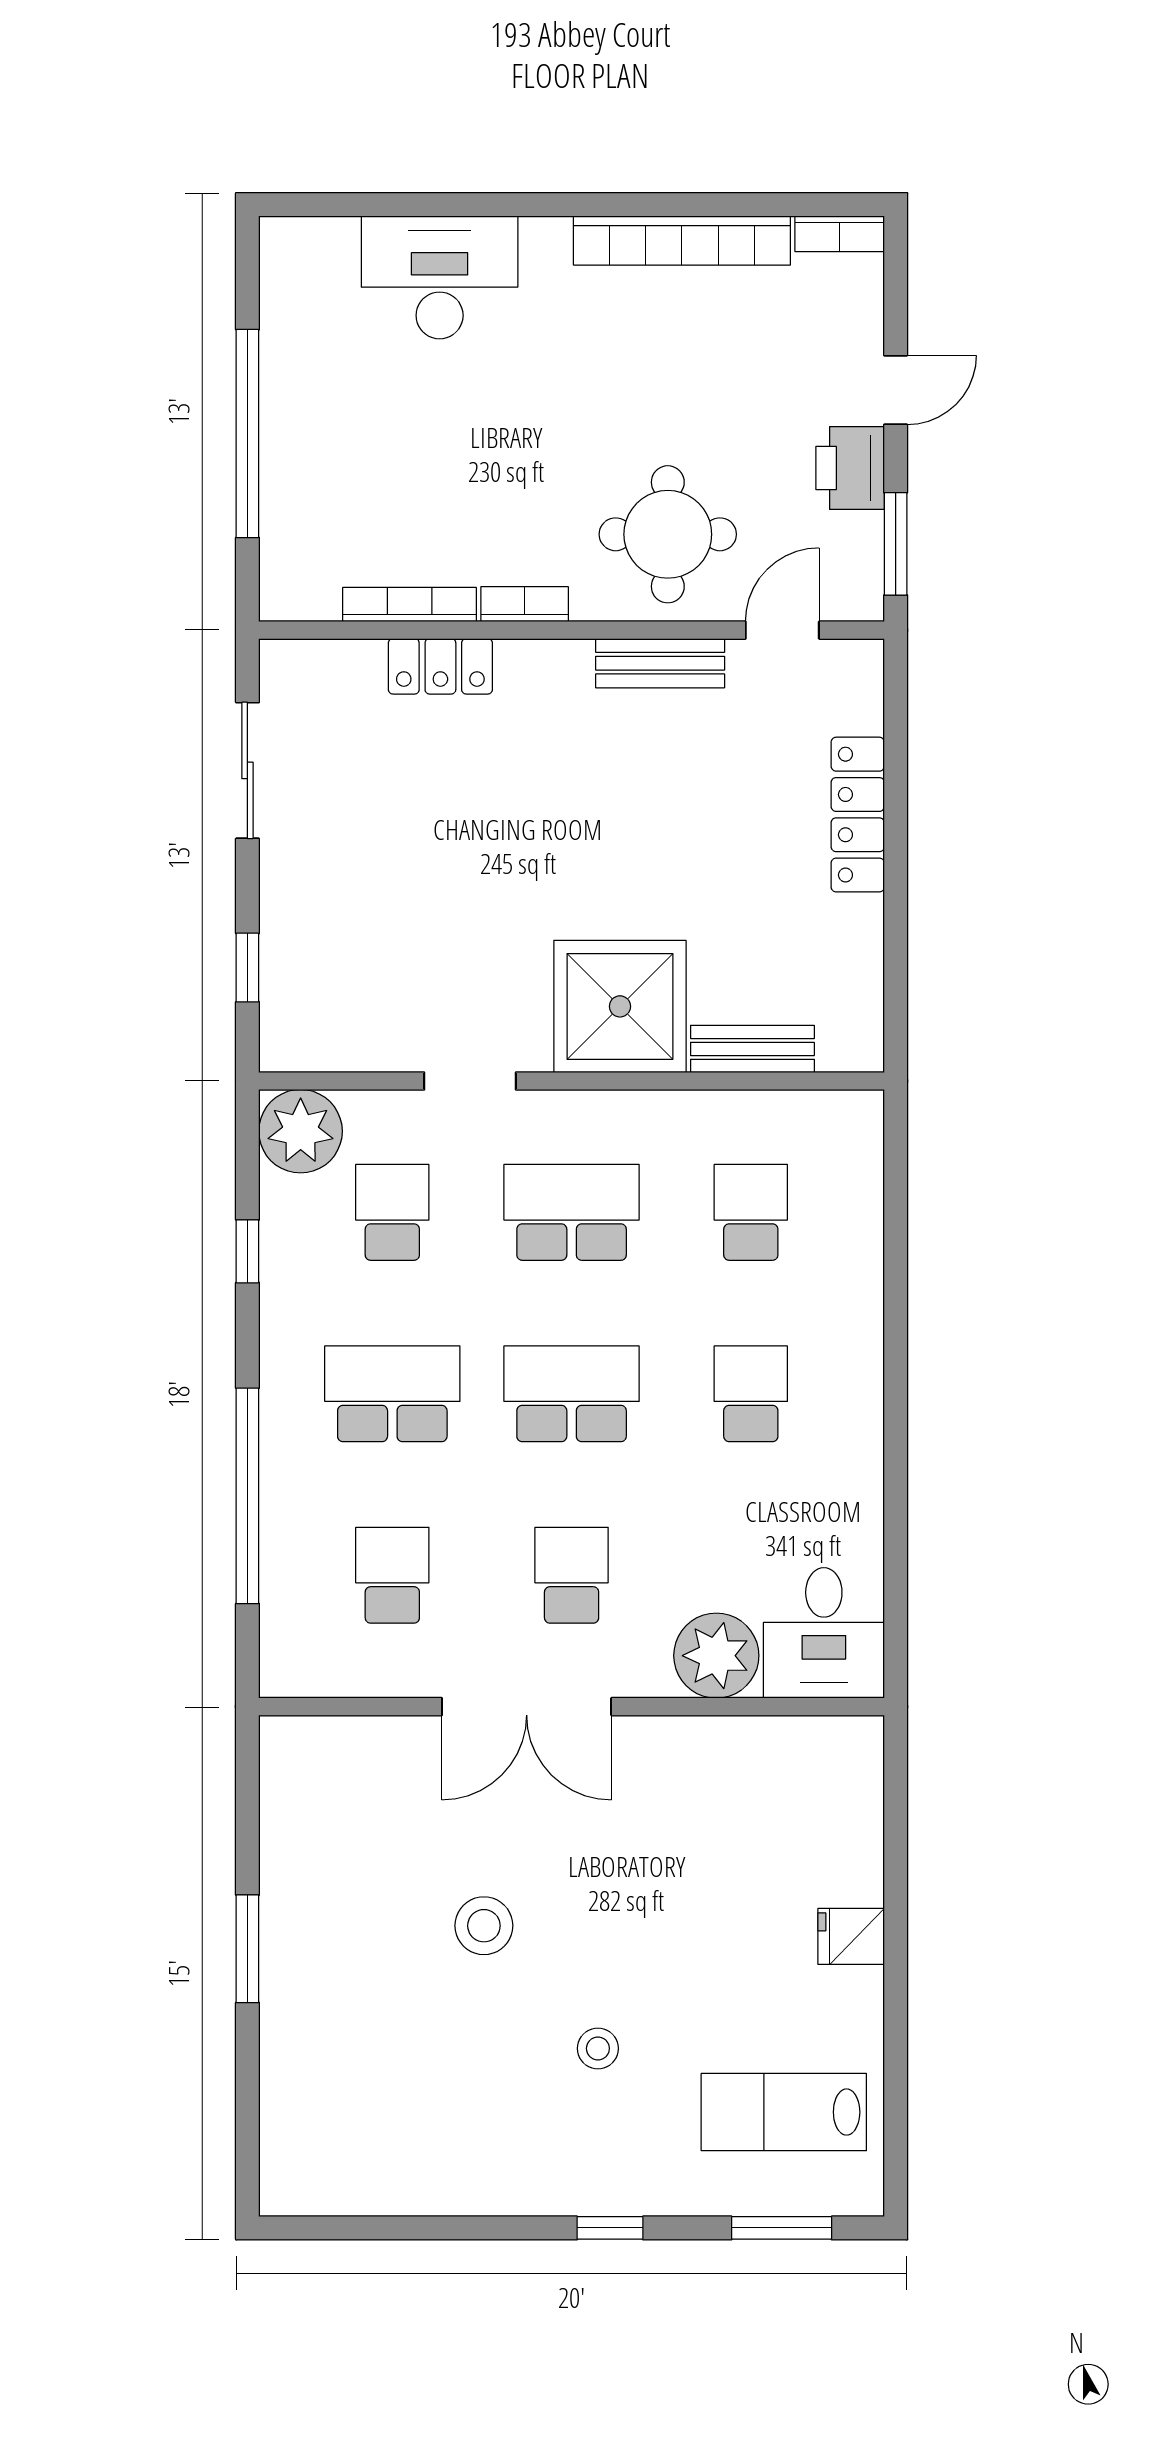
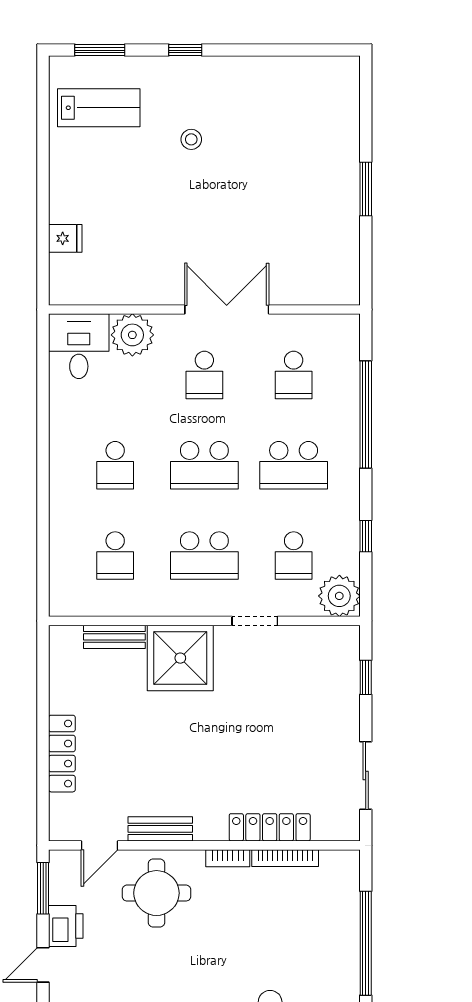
locker: (440, 666) -> (270, 827), width x1.53
stool: (484, 1926) -> (248, 200), removed
fridge: (851, 1936) -> (65, 238), moved

